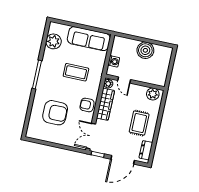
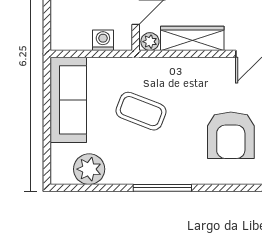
coffee table: (76, 72) -> (141, 111), turned -69
armchair: (87, 105) -> (202, 75), removed
armchair: (55, 113) -> (231, 135), turned 180

